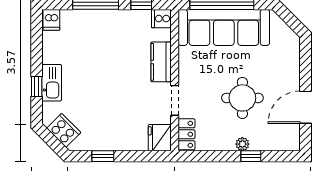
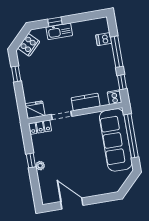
dishwasher: (51, 20) -> (104, 39), moved
round table: (242, 98) -> (71, 160), removed
window: (251, 156) -> (31, 160), moved

